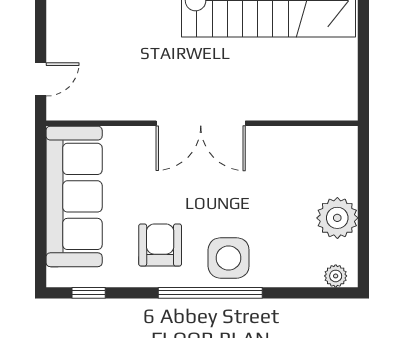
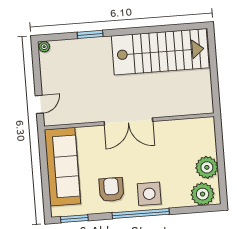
plant: (336, 276) -> (203, 194), width x1.88, depth x1.88
window: (89, 293) -> (74, 219), width x1.50

